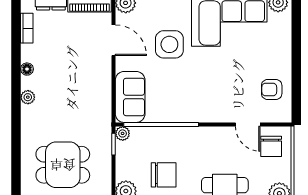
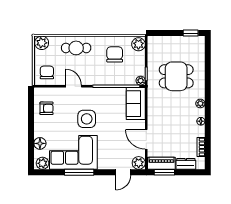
floor lamp: (282, 34) -> (40, 143), added
side table: (169, 44) -> (87, 119), moved
door: (248, 124) -> (74, 86), moved
dining table: (63, 165) -> (176, 76), moved
chair: (164, 175) -> (115, 54), turned 90

